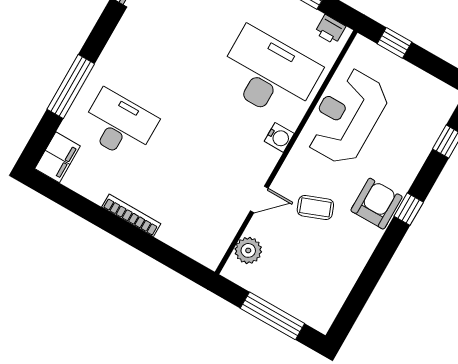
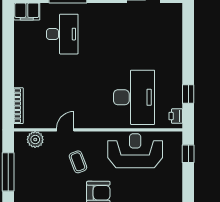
water cooler: (279, 137) -> (104, 122), removed
door: (259, 199) -> (65, 130), swing flipped
bookcase: (131, 215) -> (18, 106), moved

